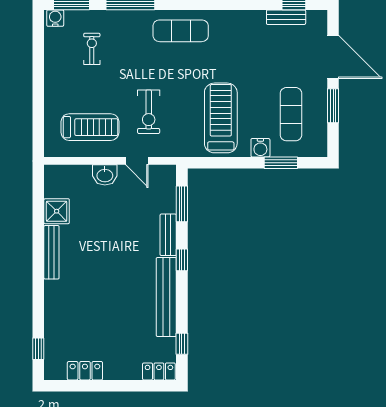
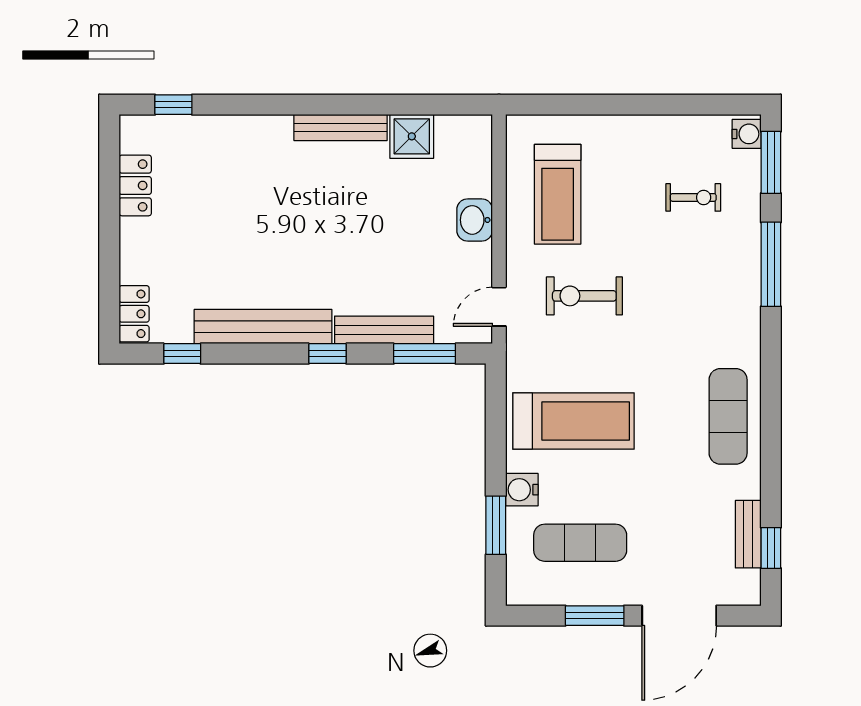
exercise mat: (181, 31) -> (728, 416), moved
door: (137, 161) -> (499, 307), moved
bench: (168, 235) -> (384, 330), width x1.36

